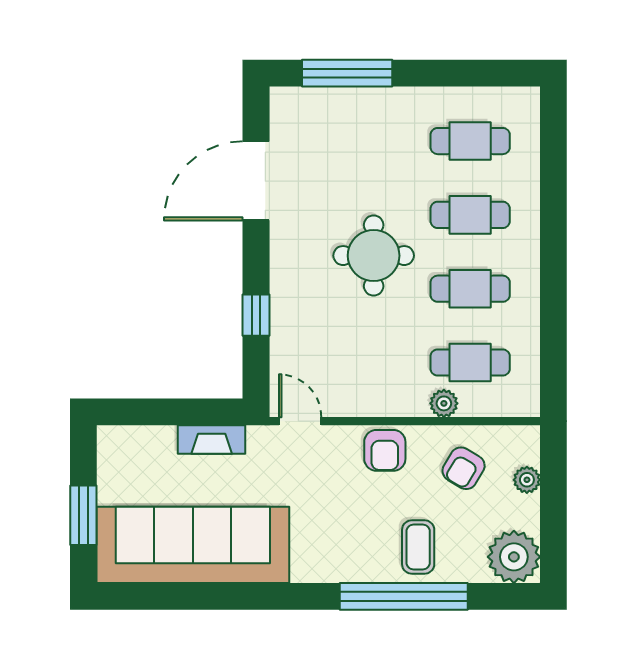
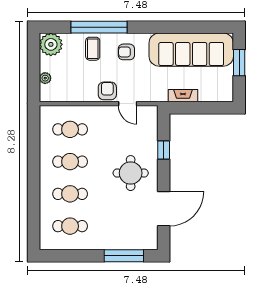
round table: (374, 256) -> (131, 173), moved
plant: (444, 403) -> (82, 111), removed
door: (300, 421) -> (128, 104), moved
armchair: (464, 468) -> (126, 52), moved, turned -121

